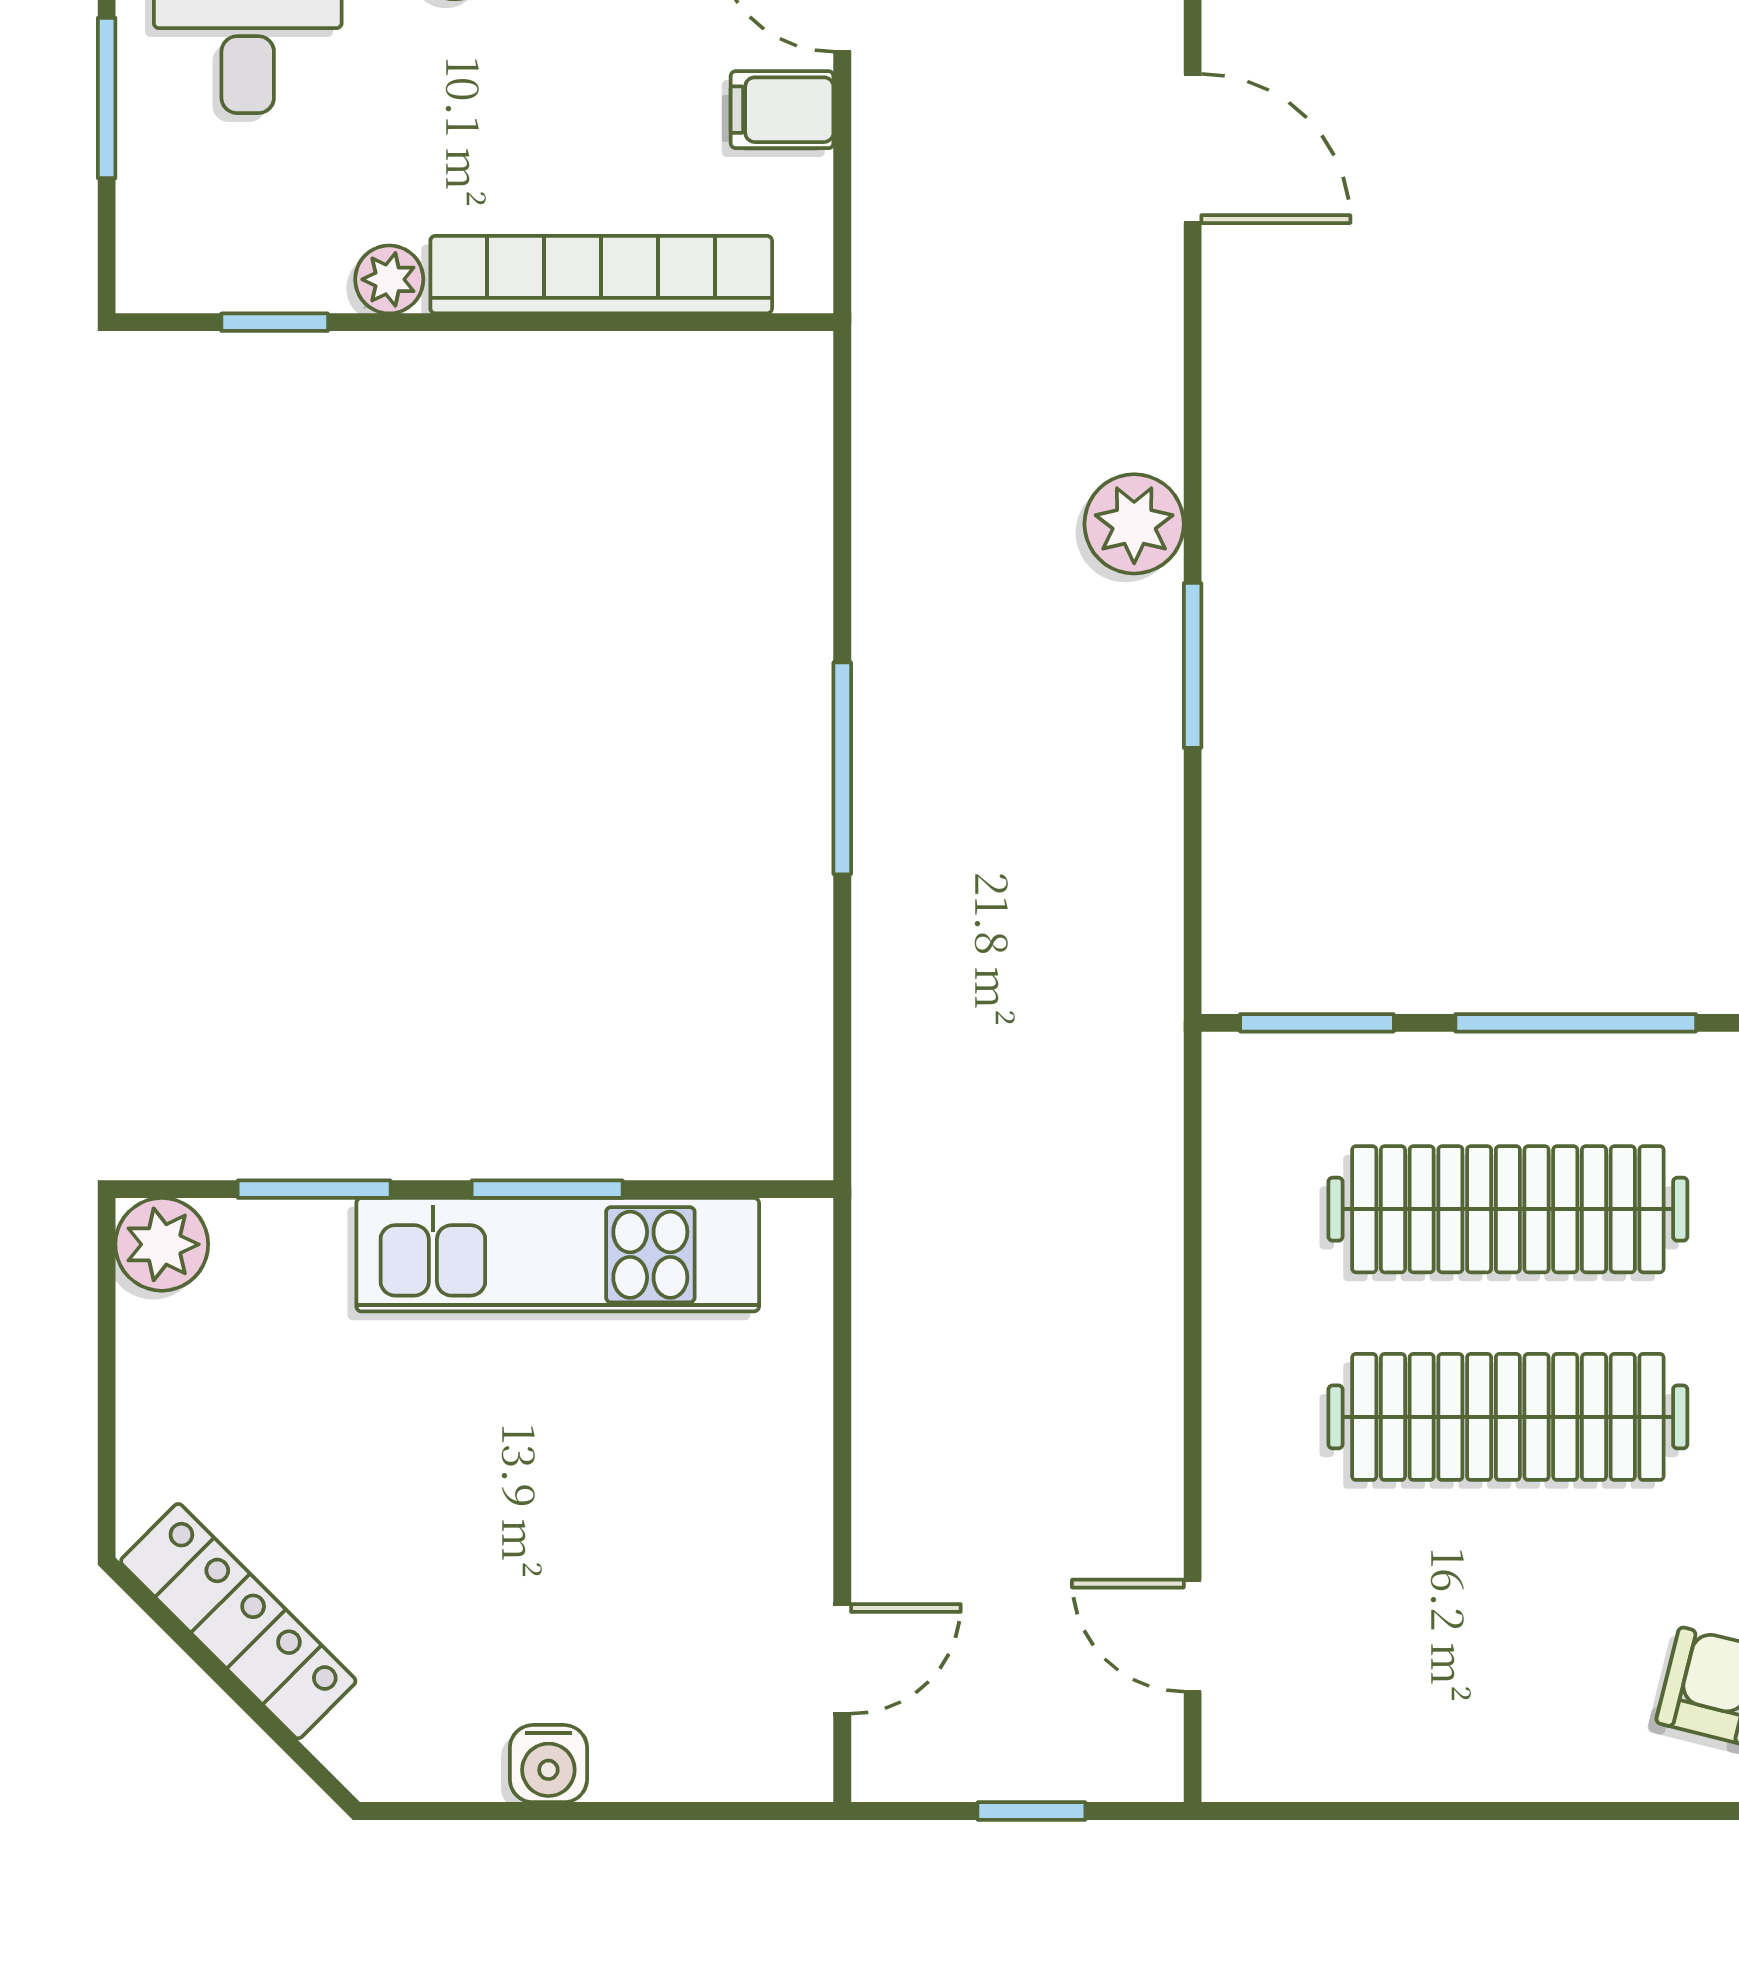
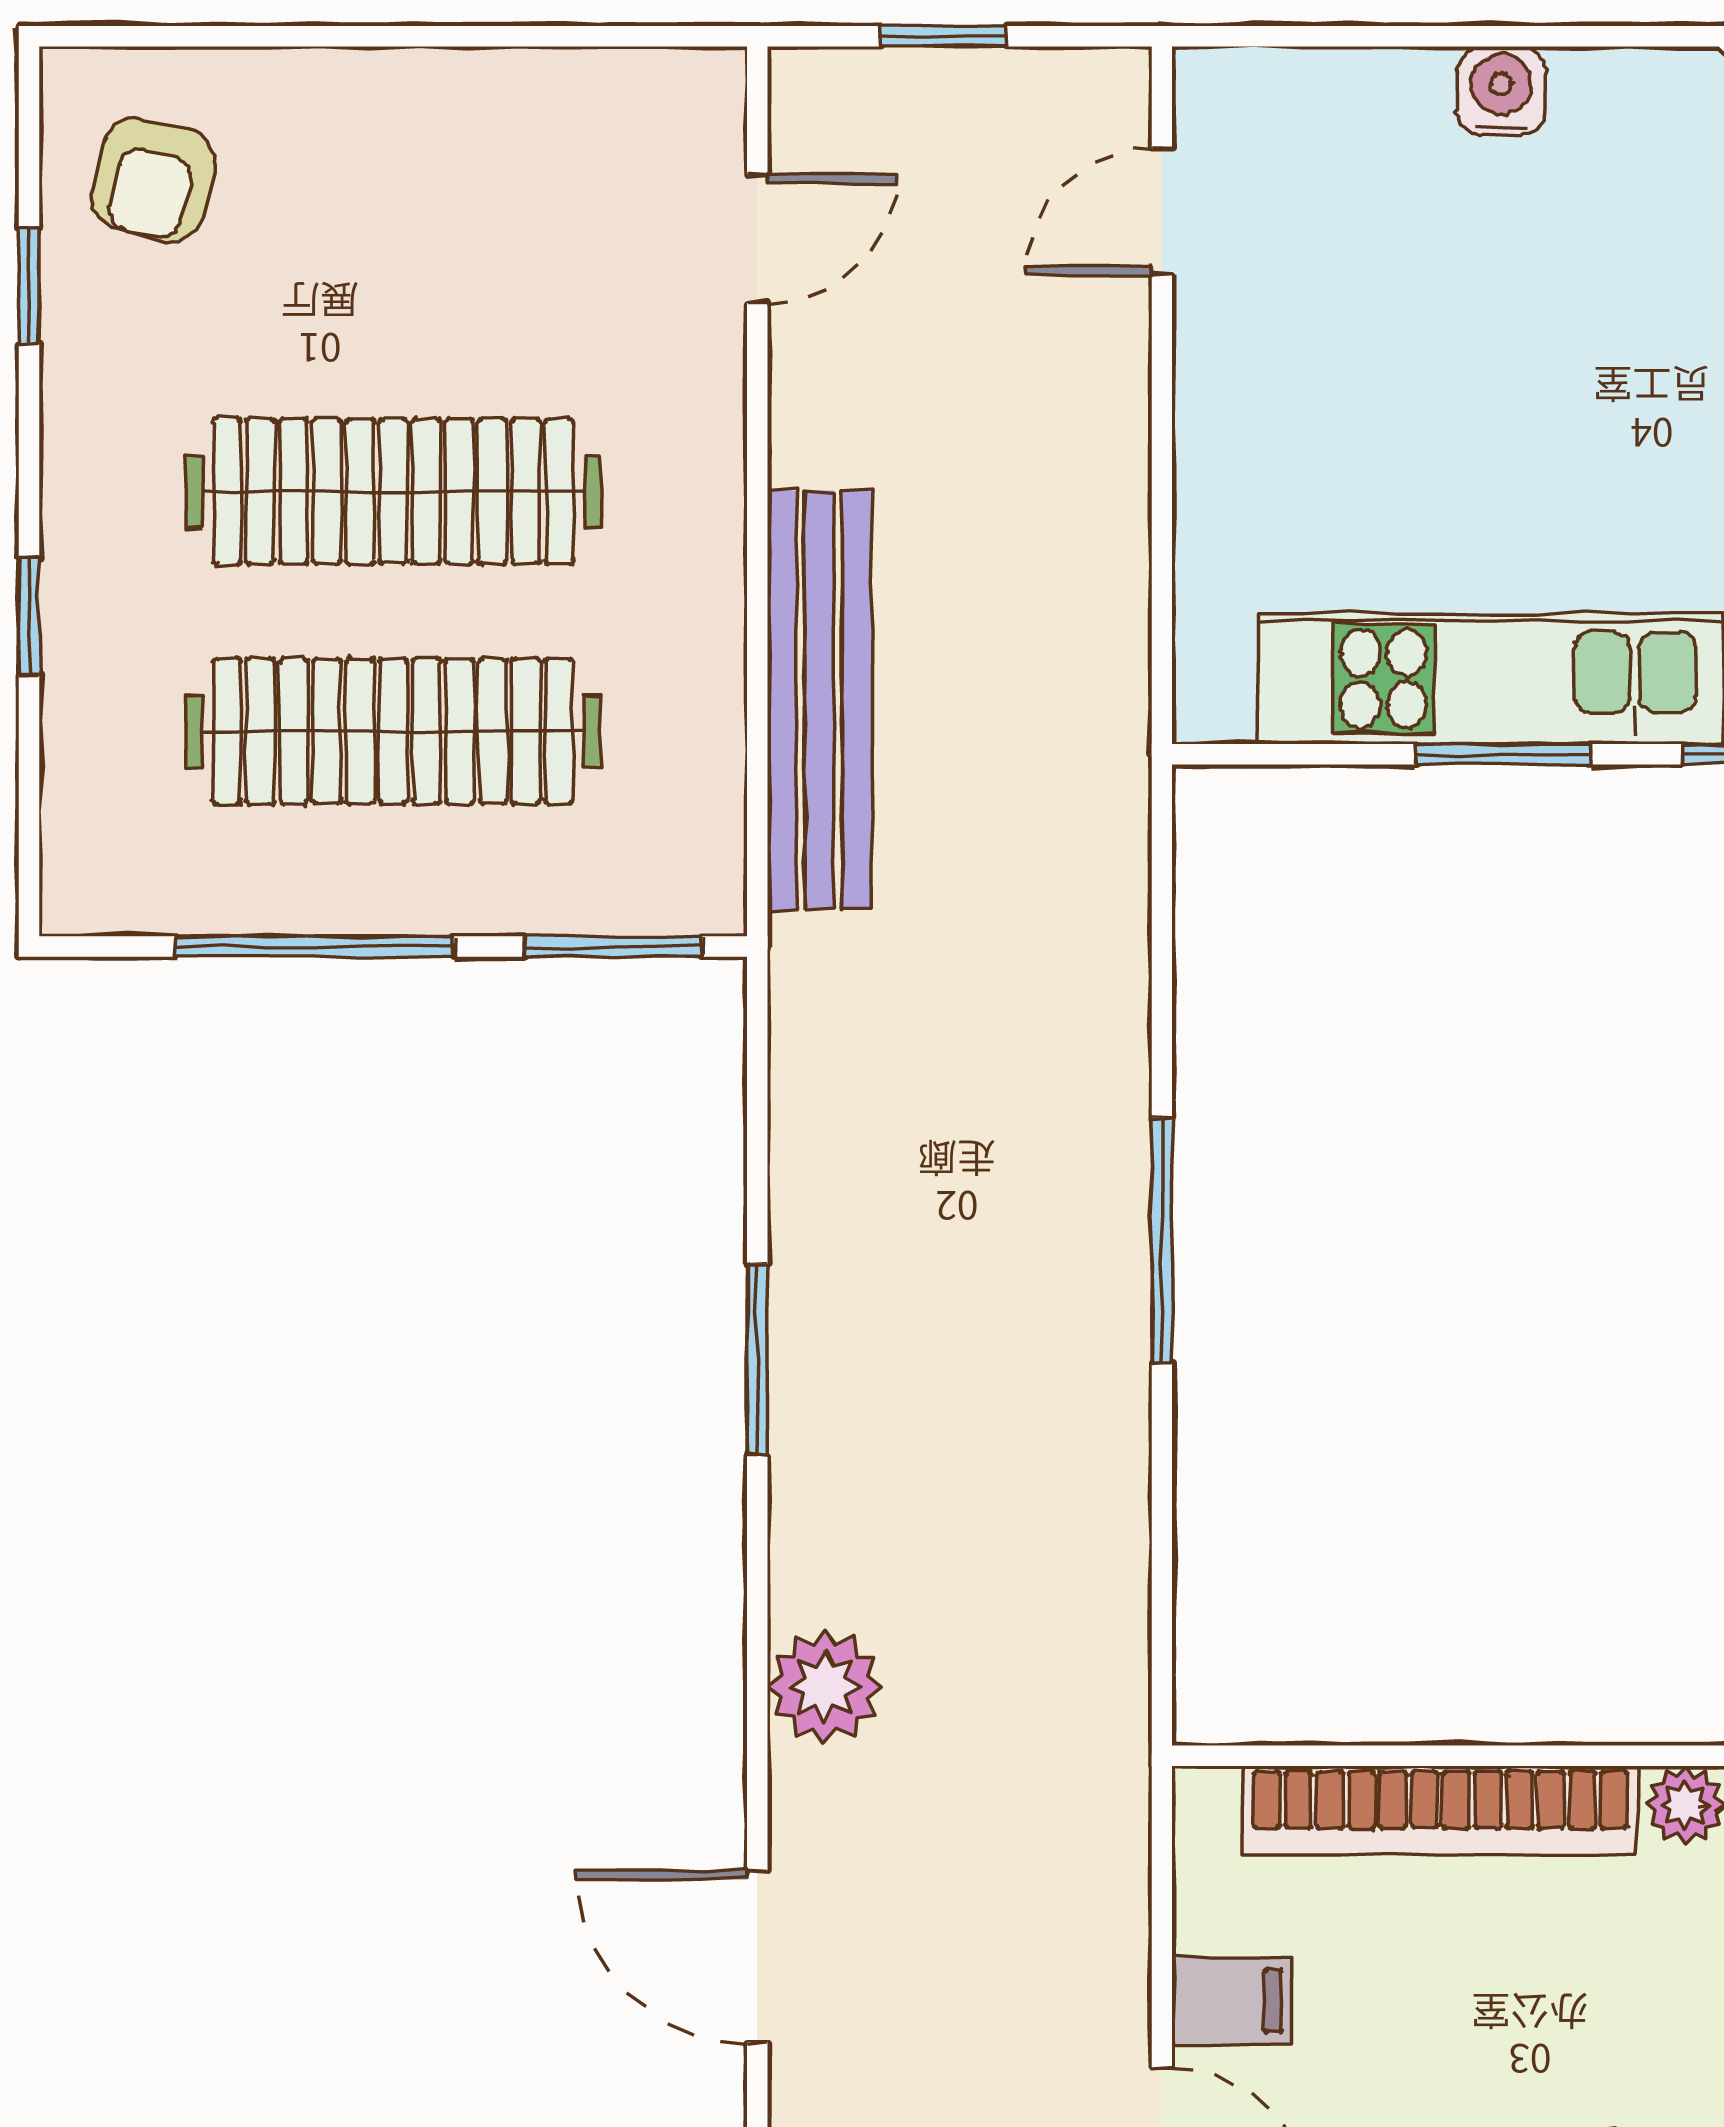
plant: (1134, 524) -> (825, 1686), moved
bench: (1139, 1236) -> (820, 700), added
door: (1193, 1636) -> (757, 239), hinge flipped

